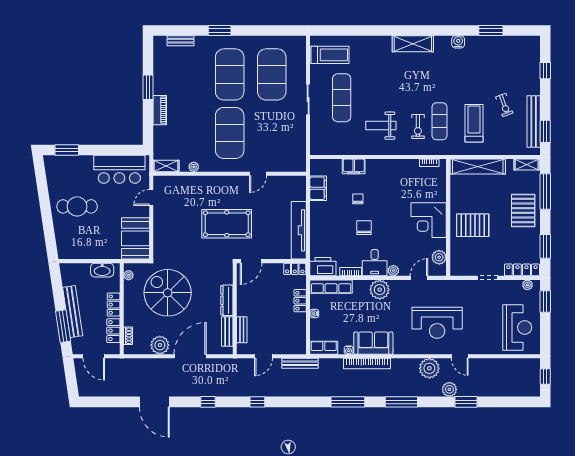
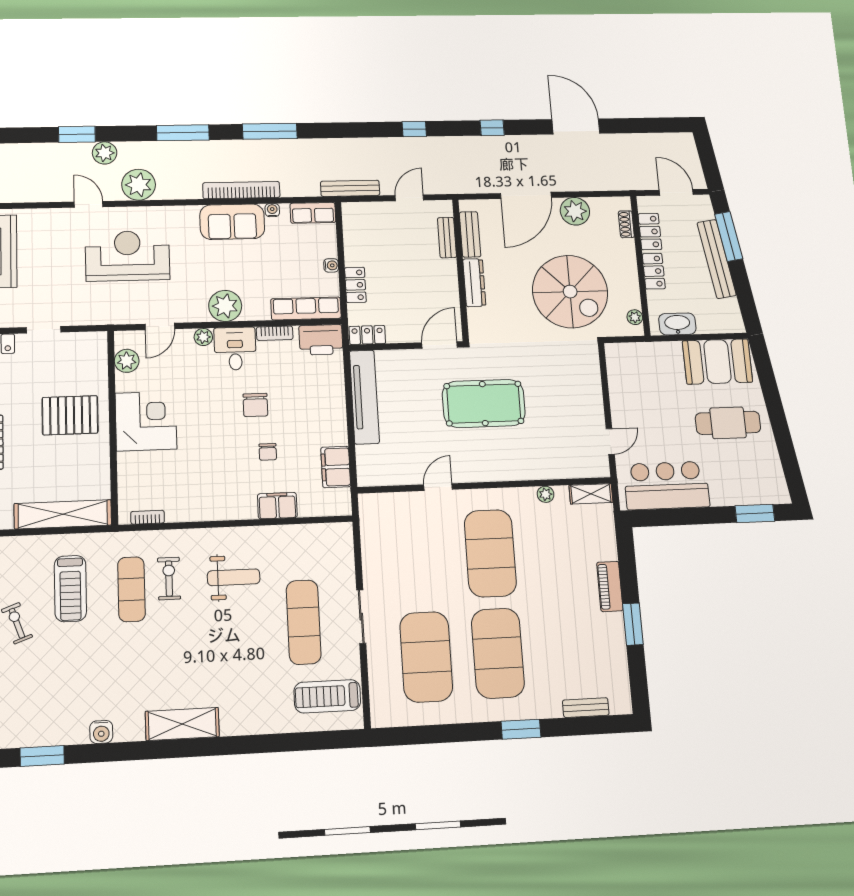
booth: (135, 238) -> (717, 361), moved, turned 90

